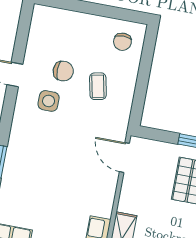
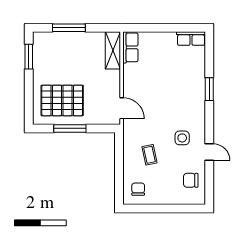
chair: (63, 71) -> (191, 180), moved

